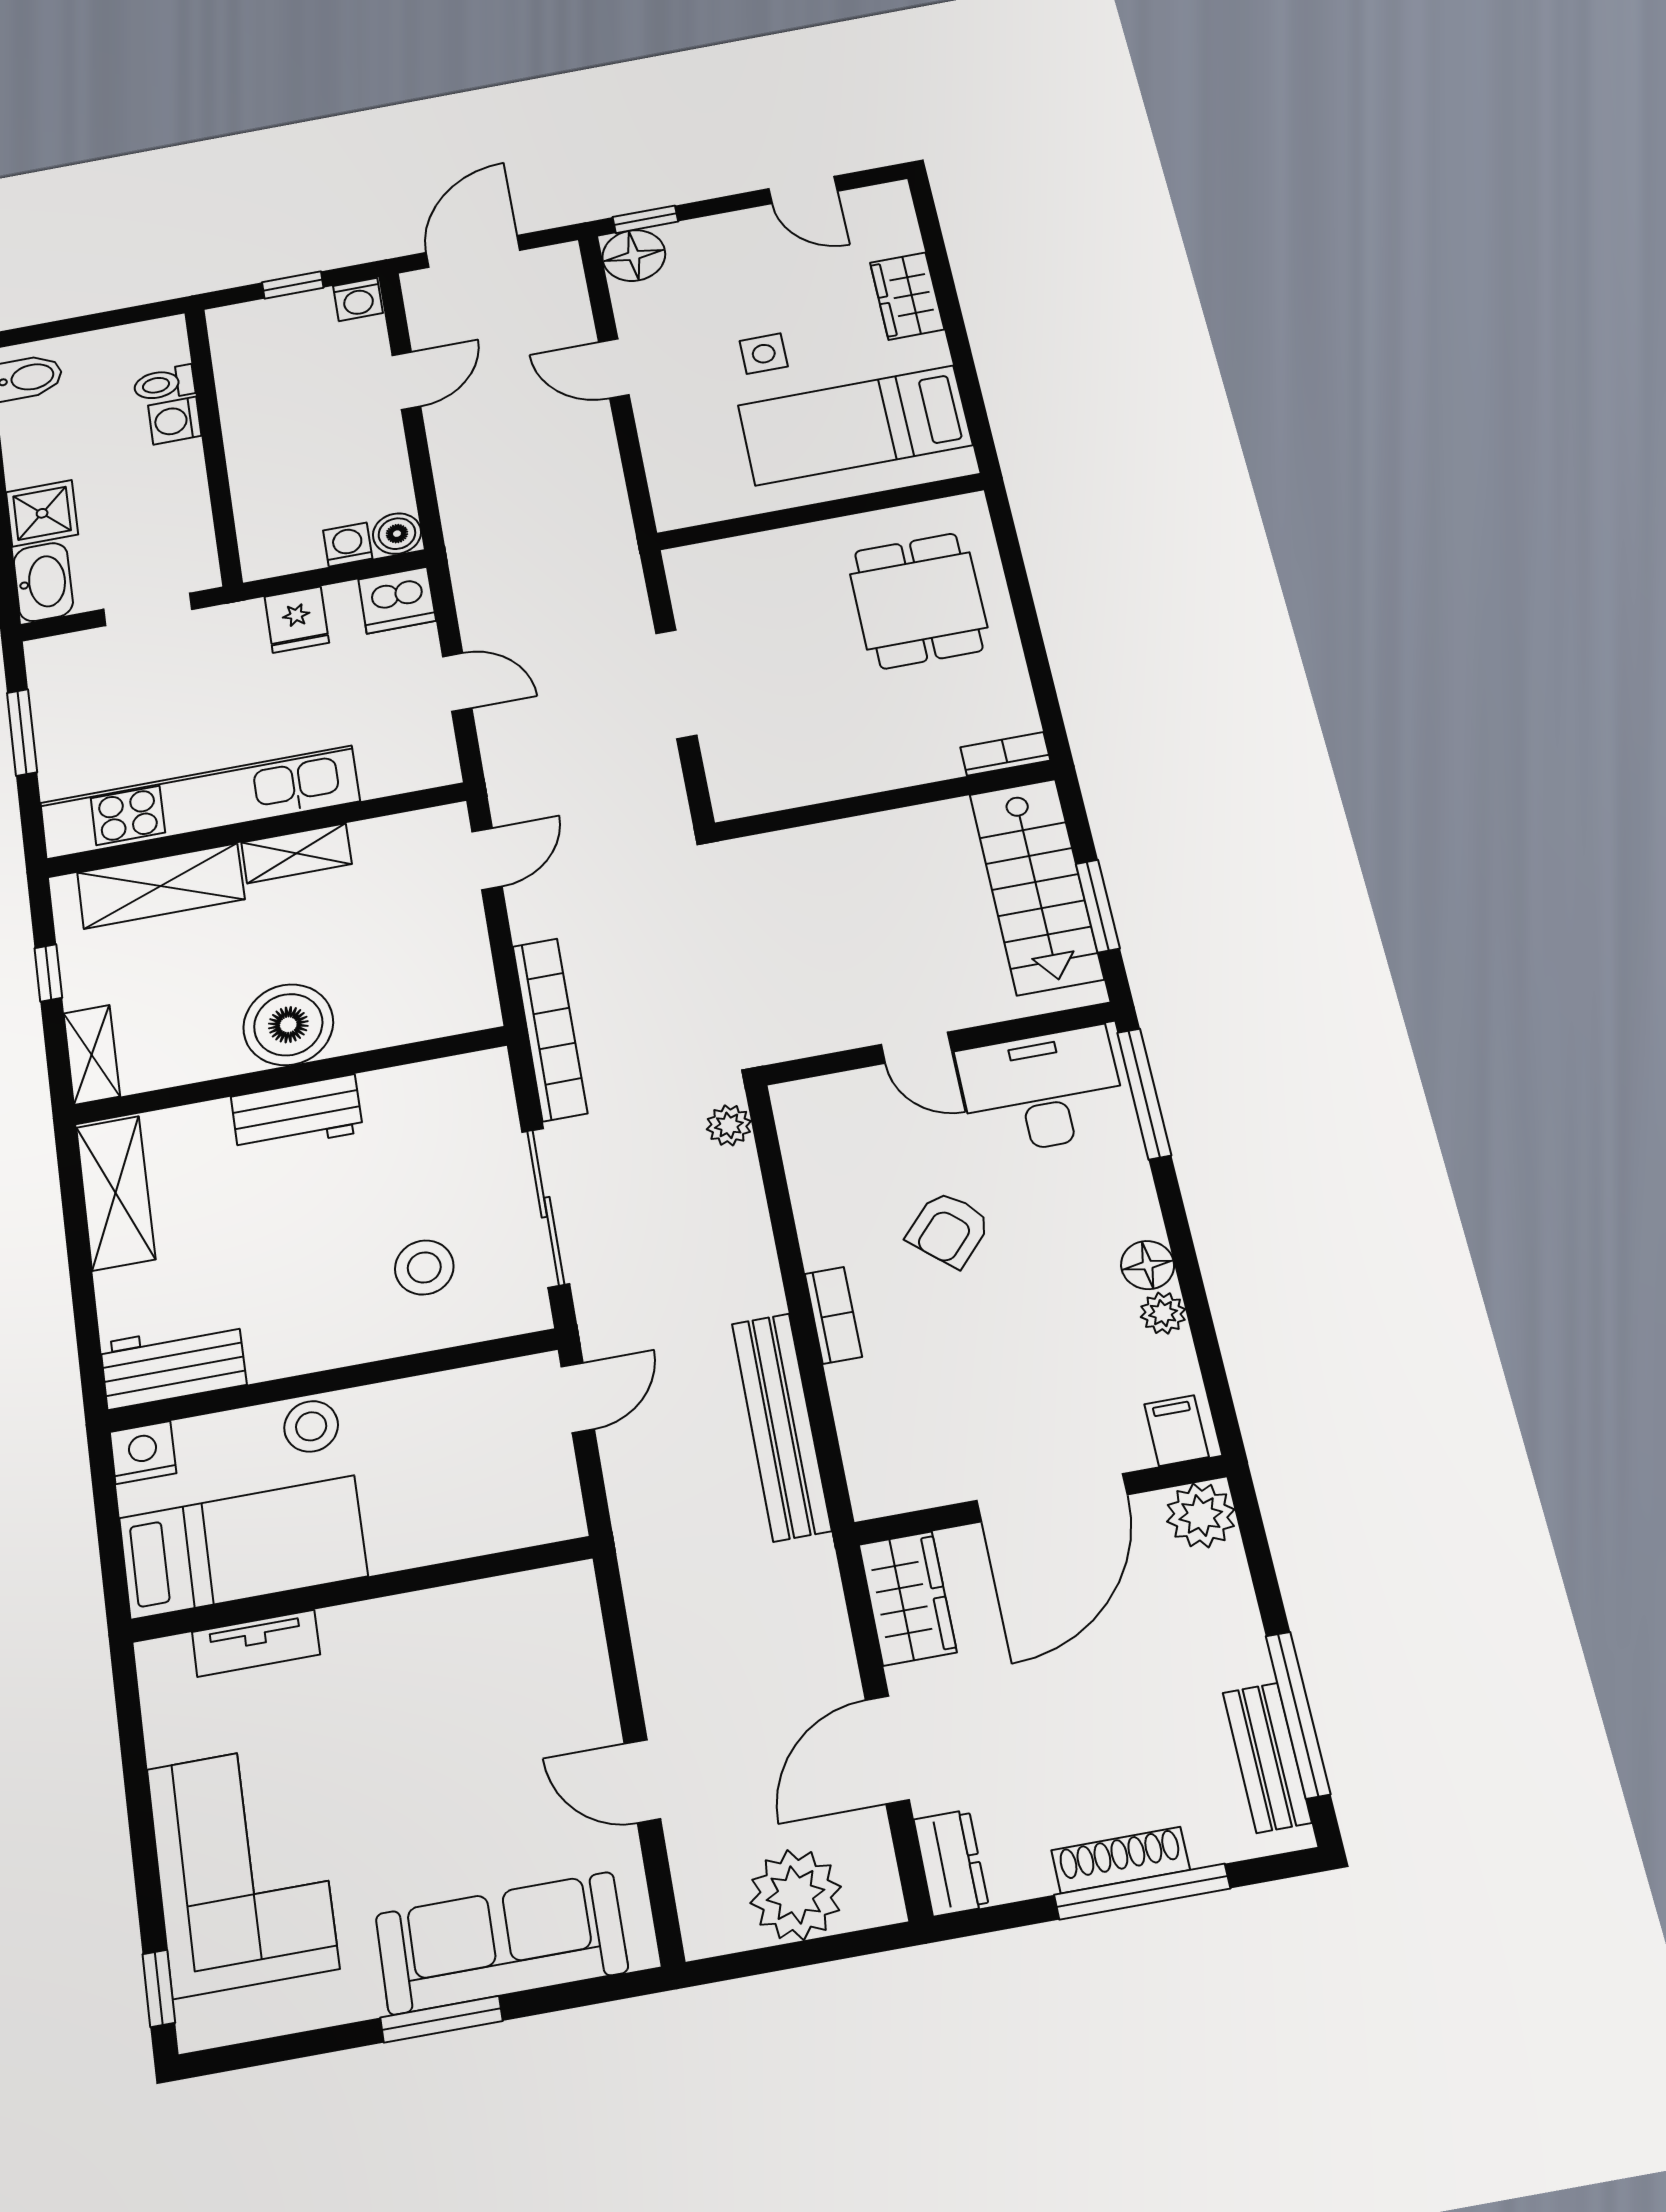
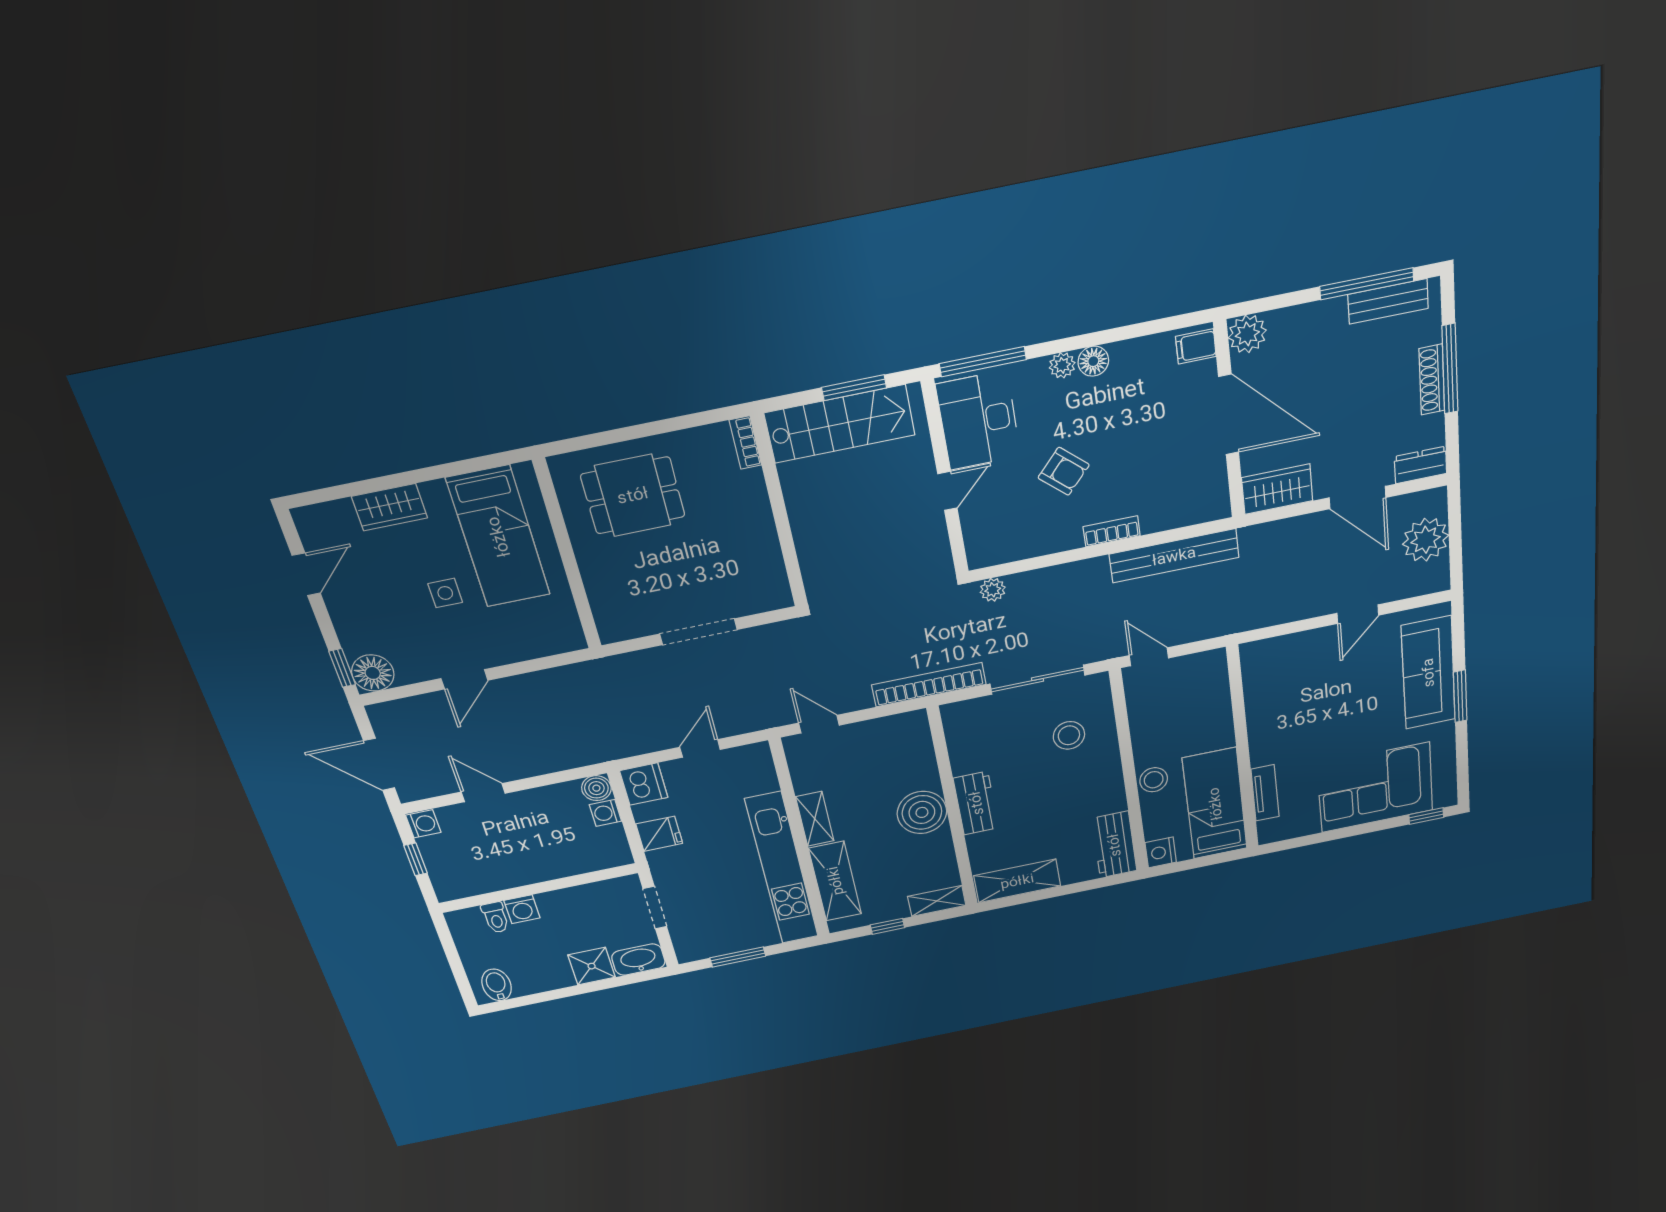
plant: (1163, 1313) -> (1062, 365), moved

